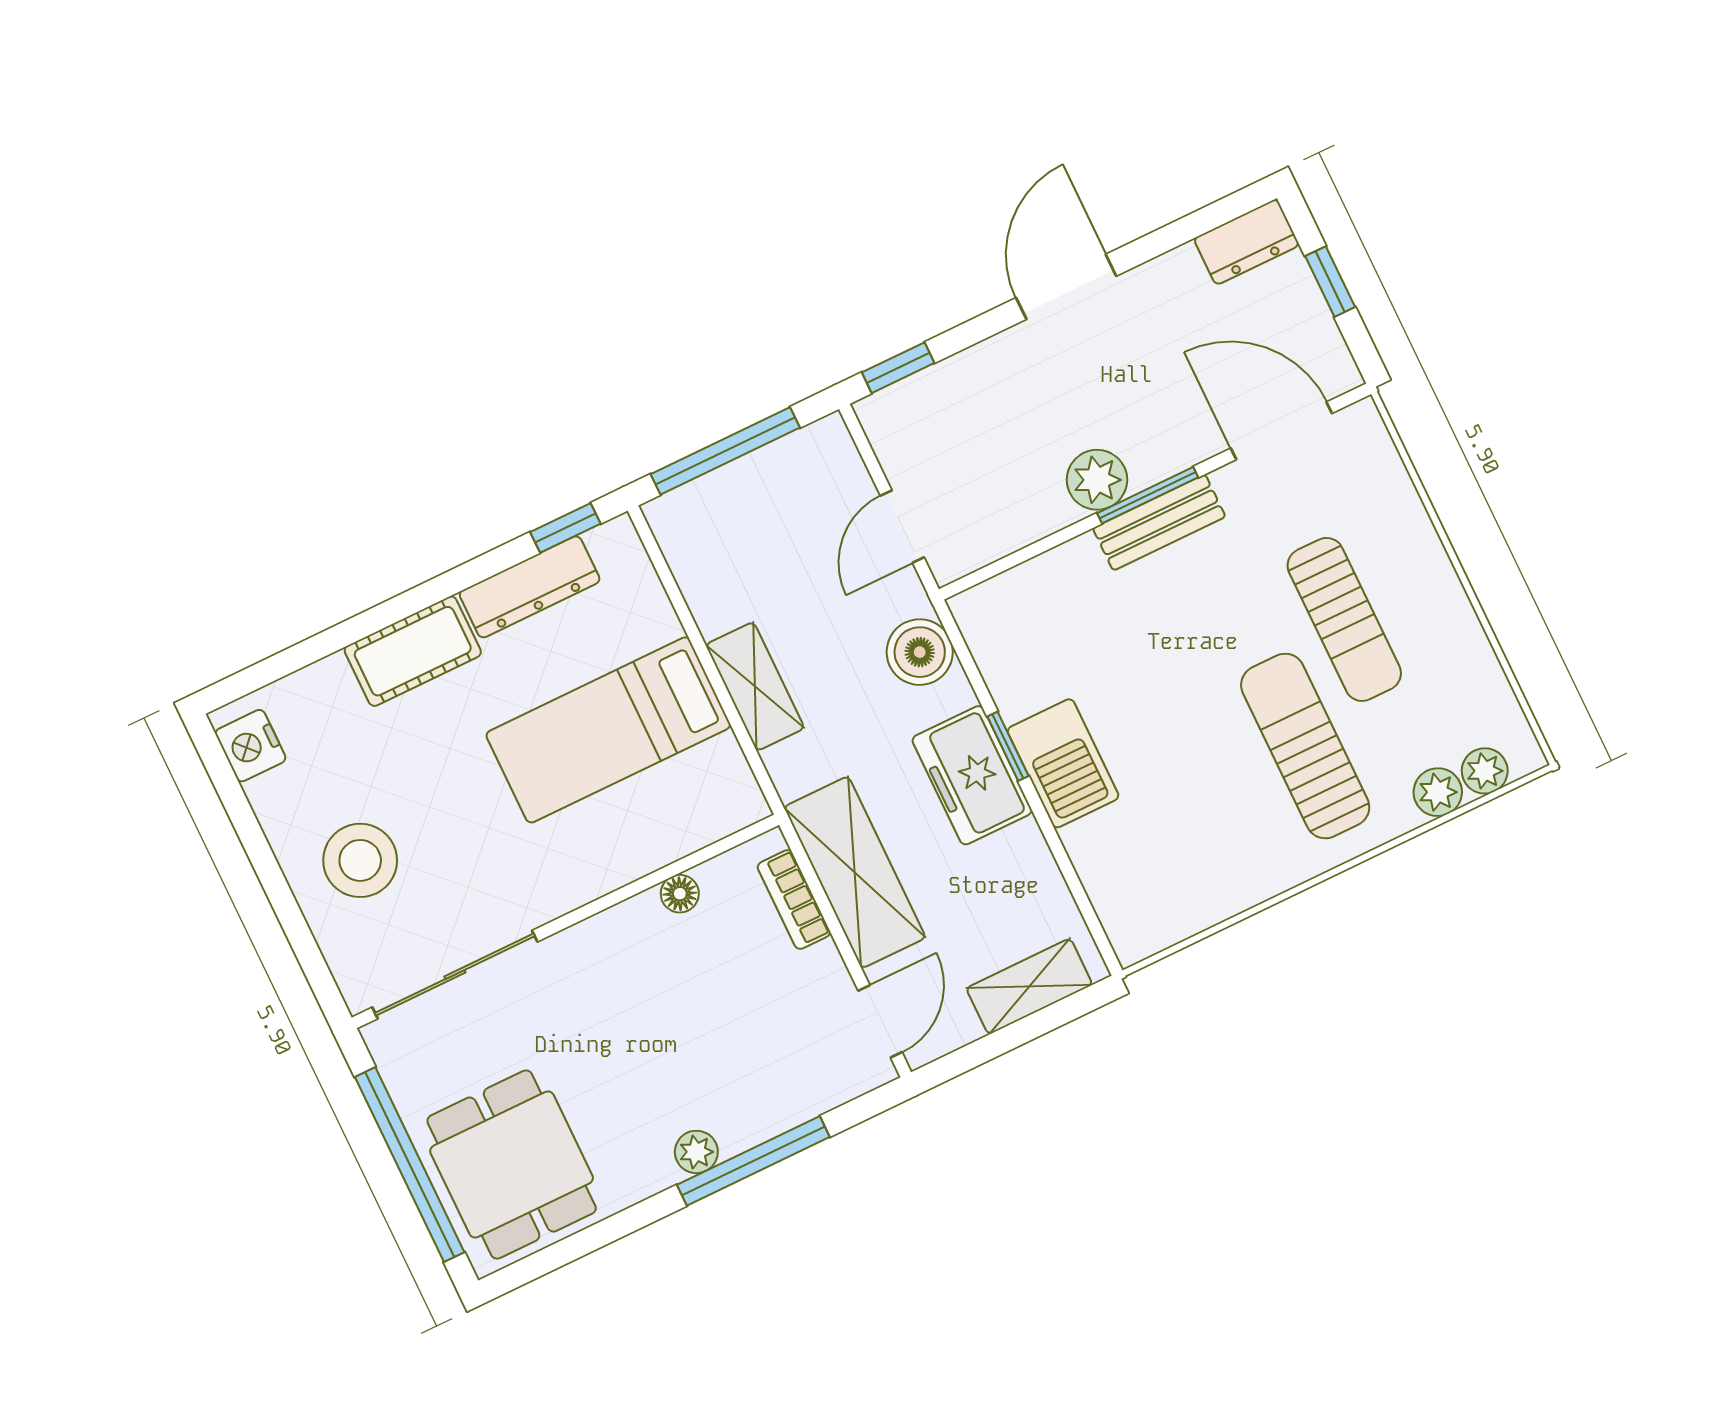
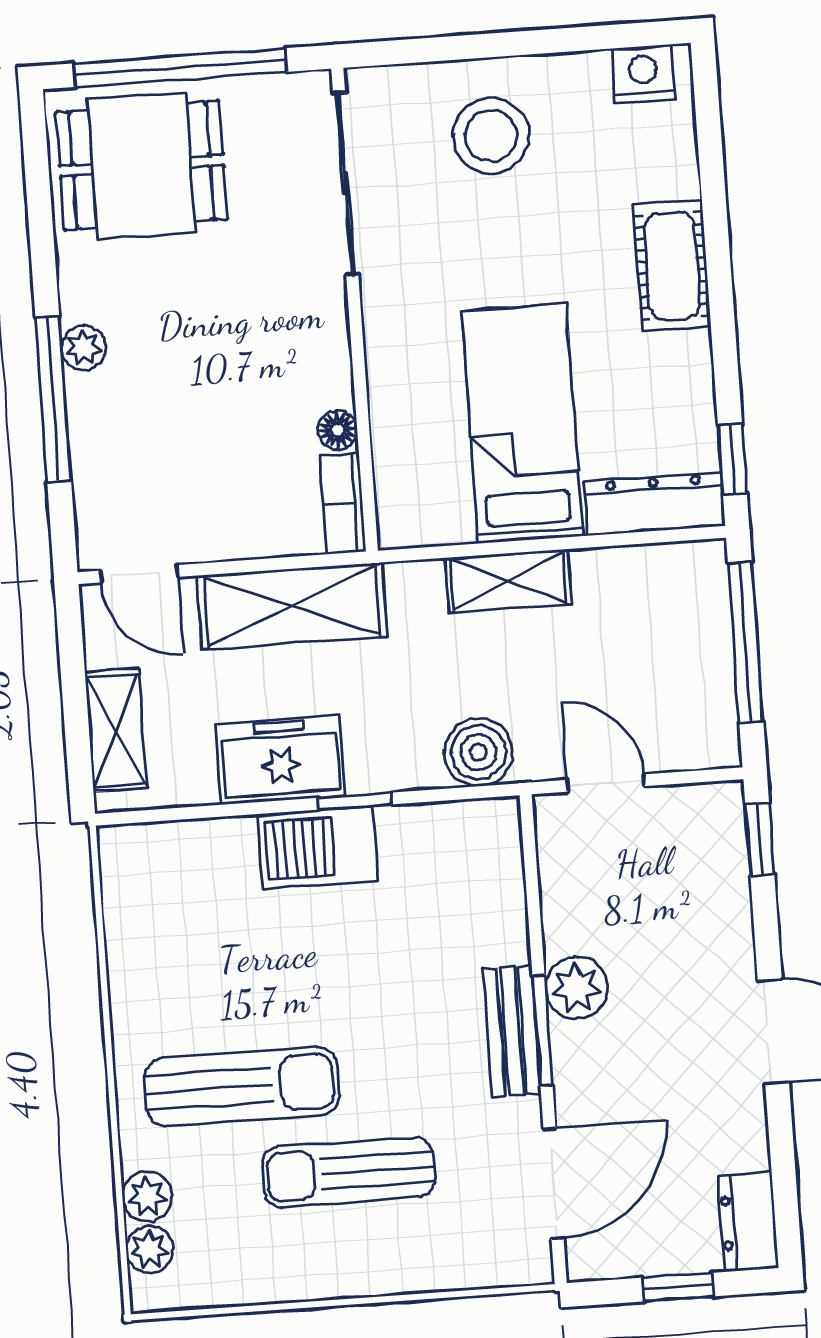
dresser: (530, 587) -> (654, 504), moved, turned 90
freezer: (972, 775) -> (281, 760), moved
bookcase: (794, 900) -> (343, 504), moved, turned -90

